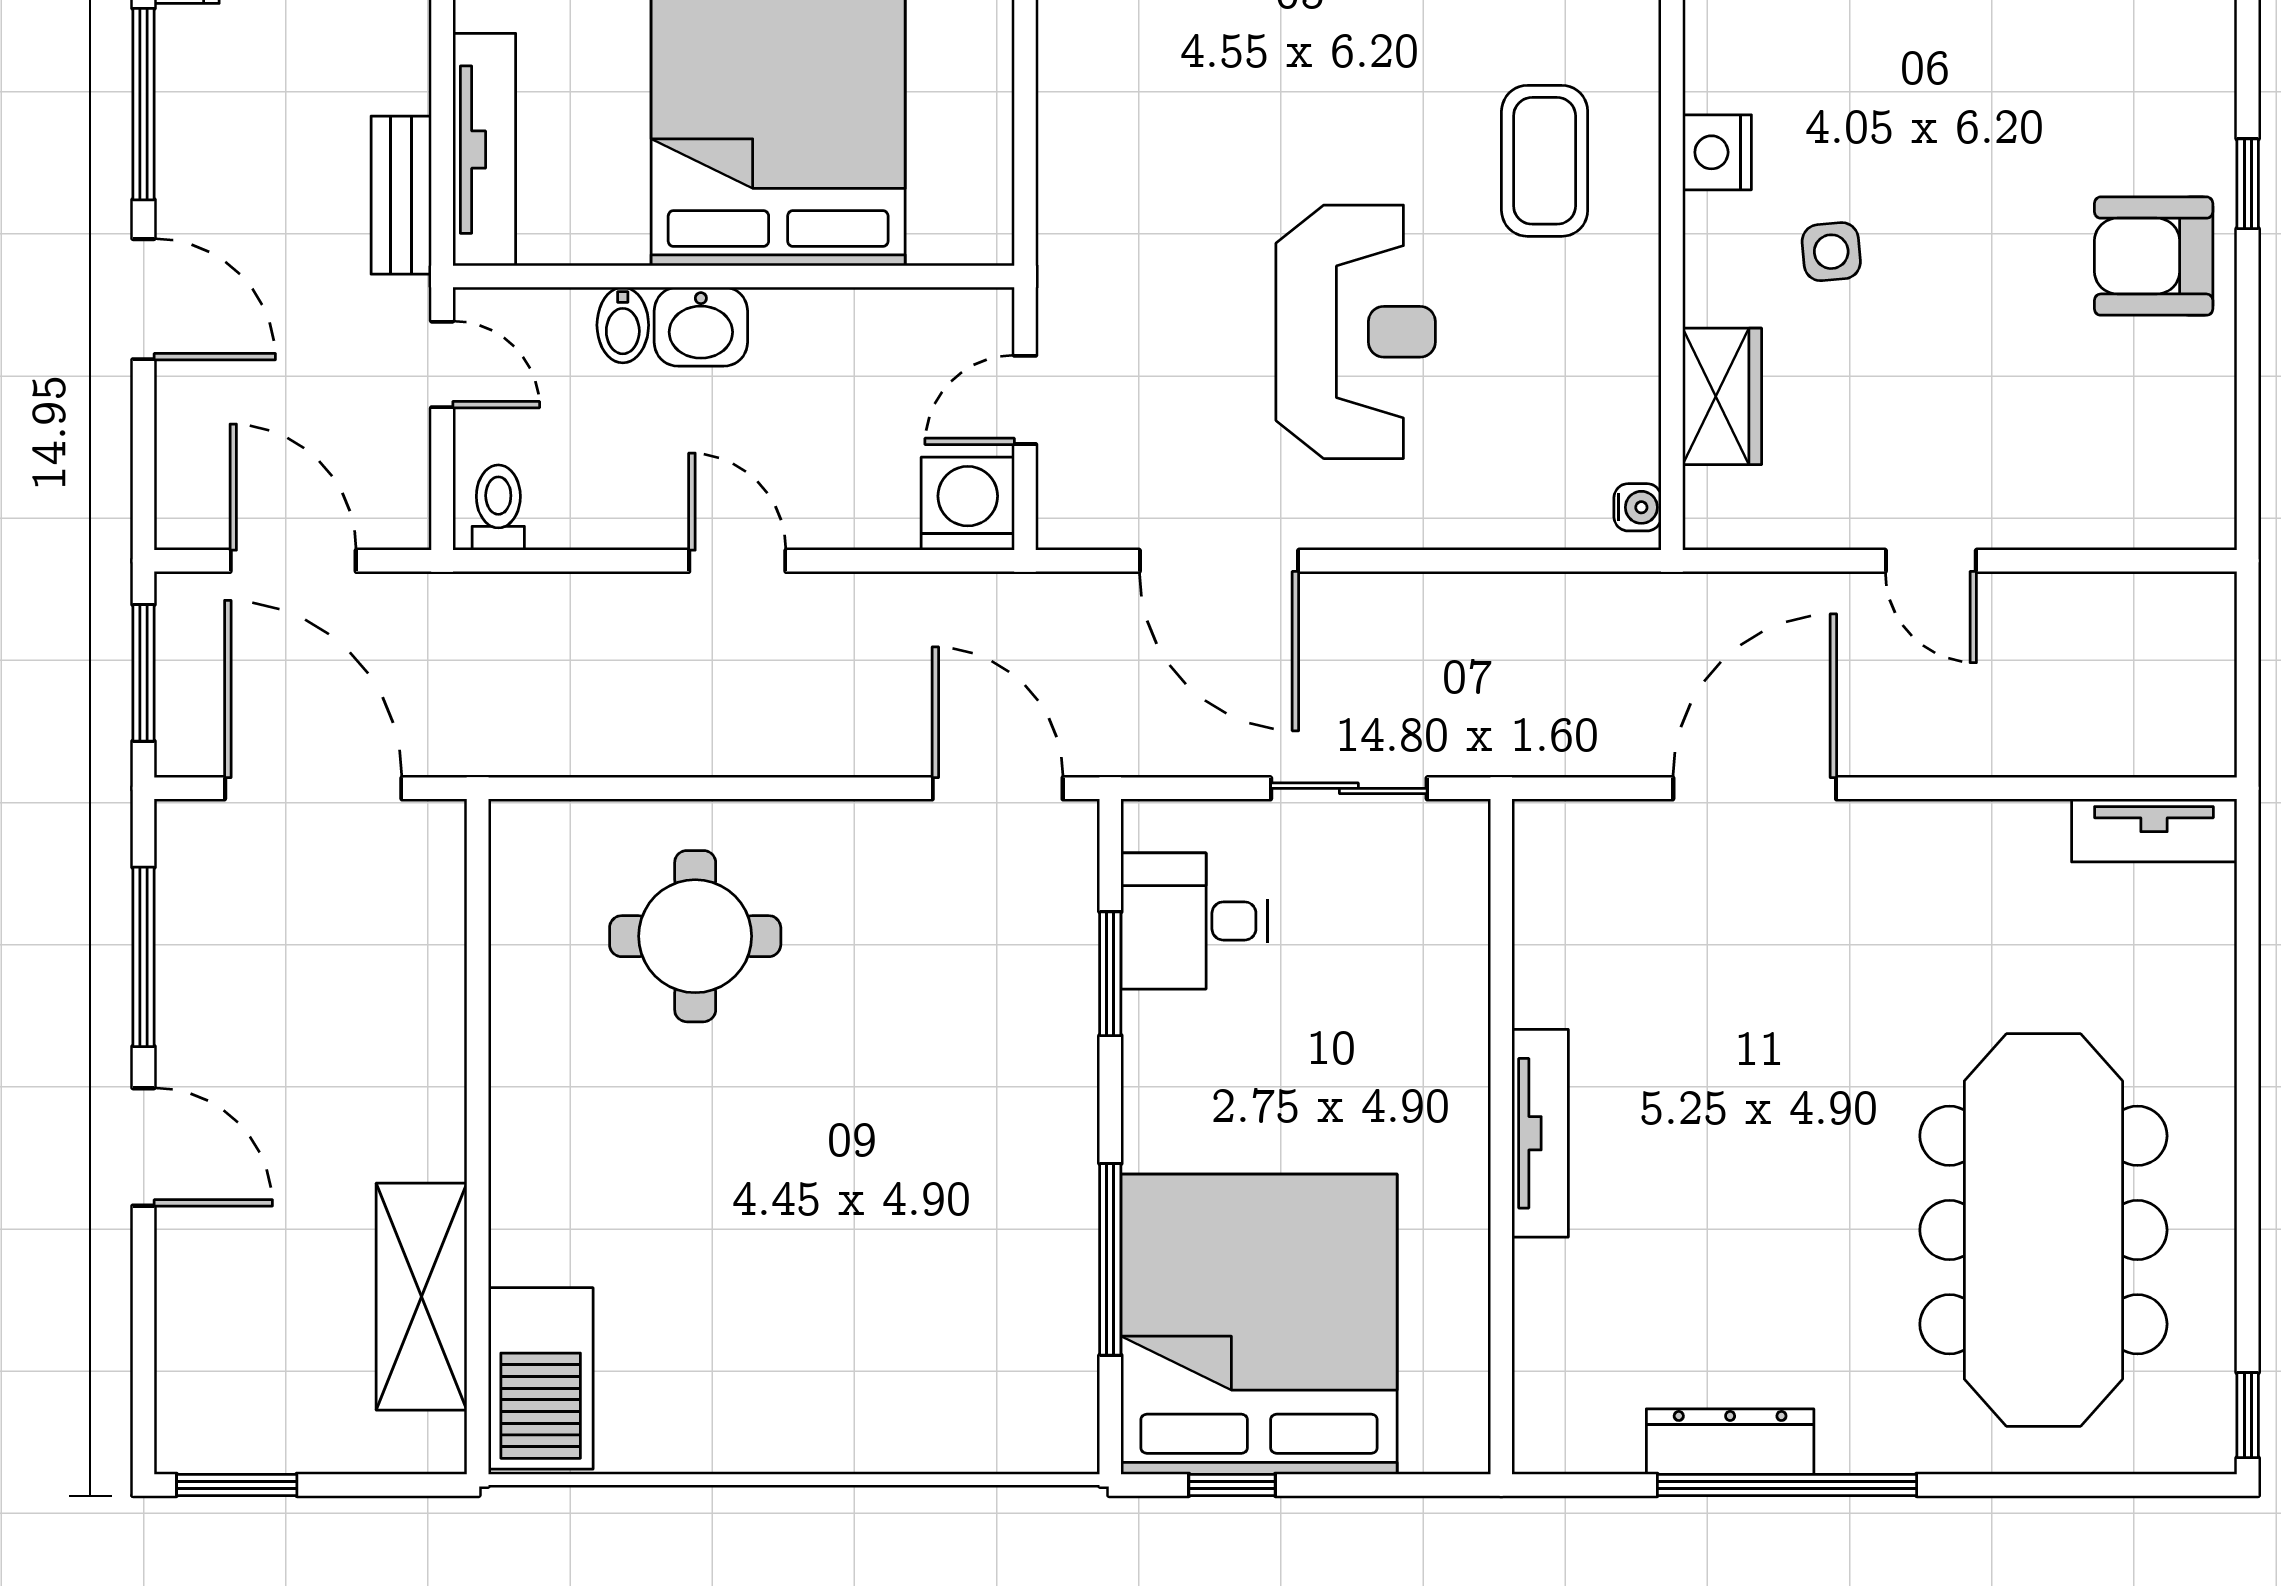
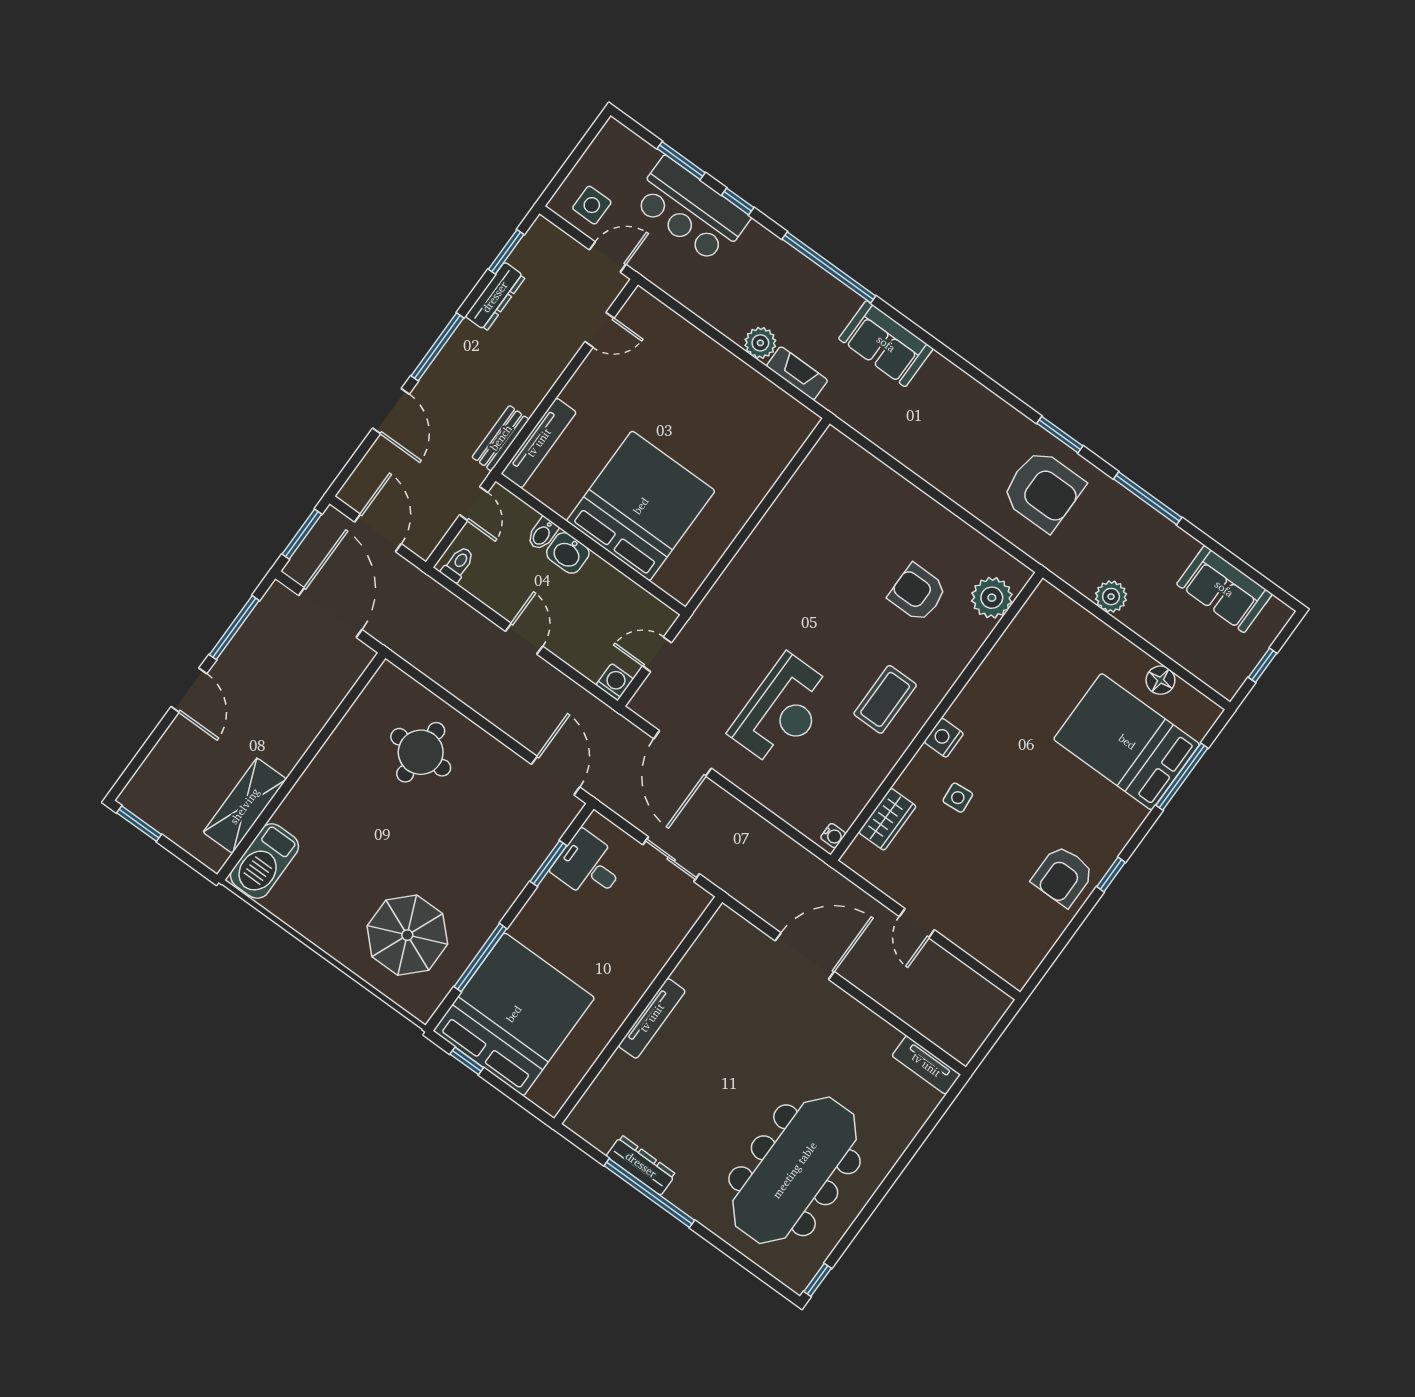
armchair: (2154, 256) -> (1063, 876), turned -90
washing machine: (968, 504) -> (615, 682), width x0.73, depth x0.73
parasol: (932, 1320) -> (407, 935), added

